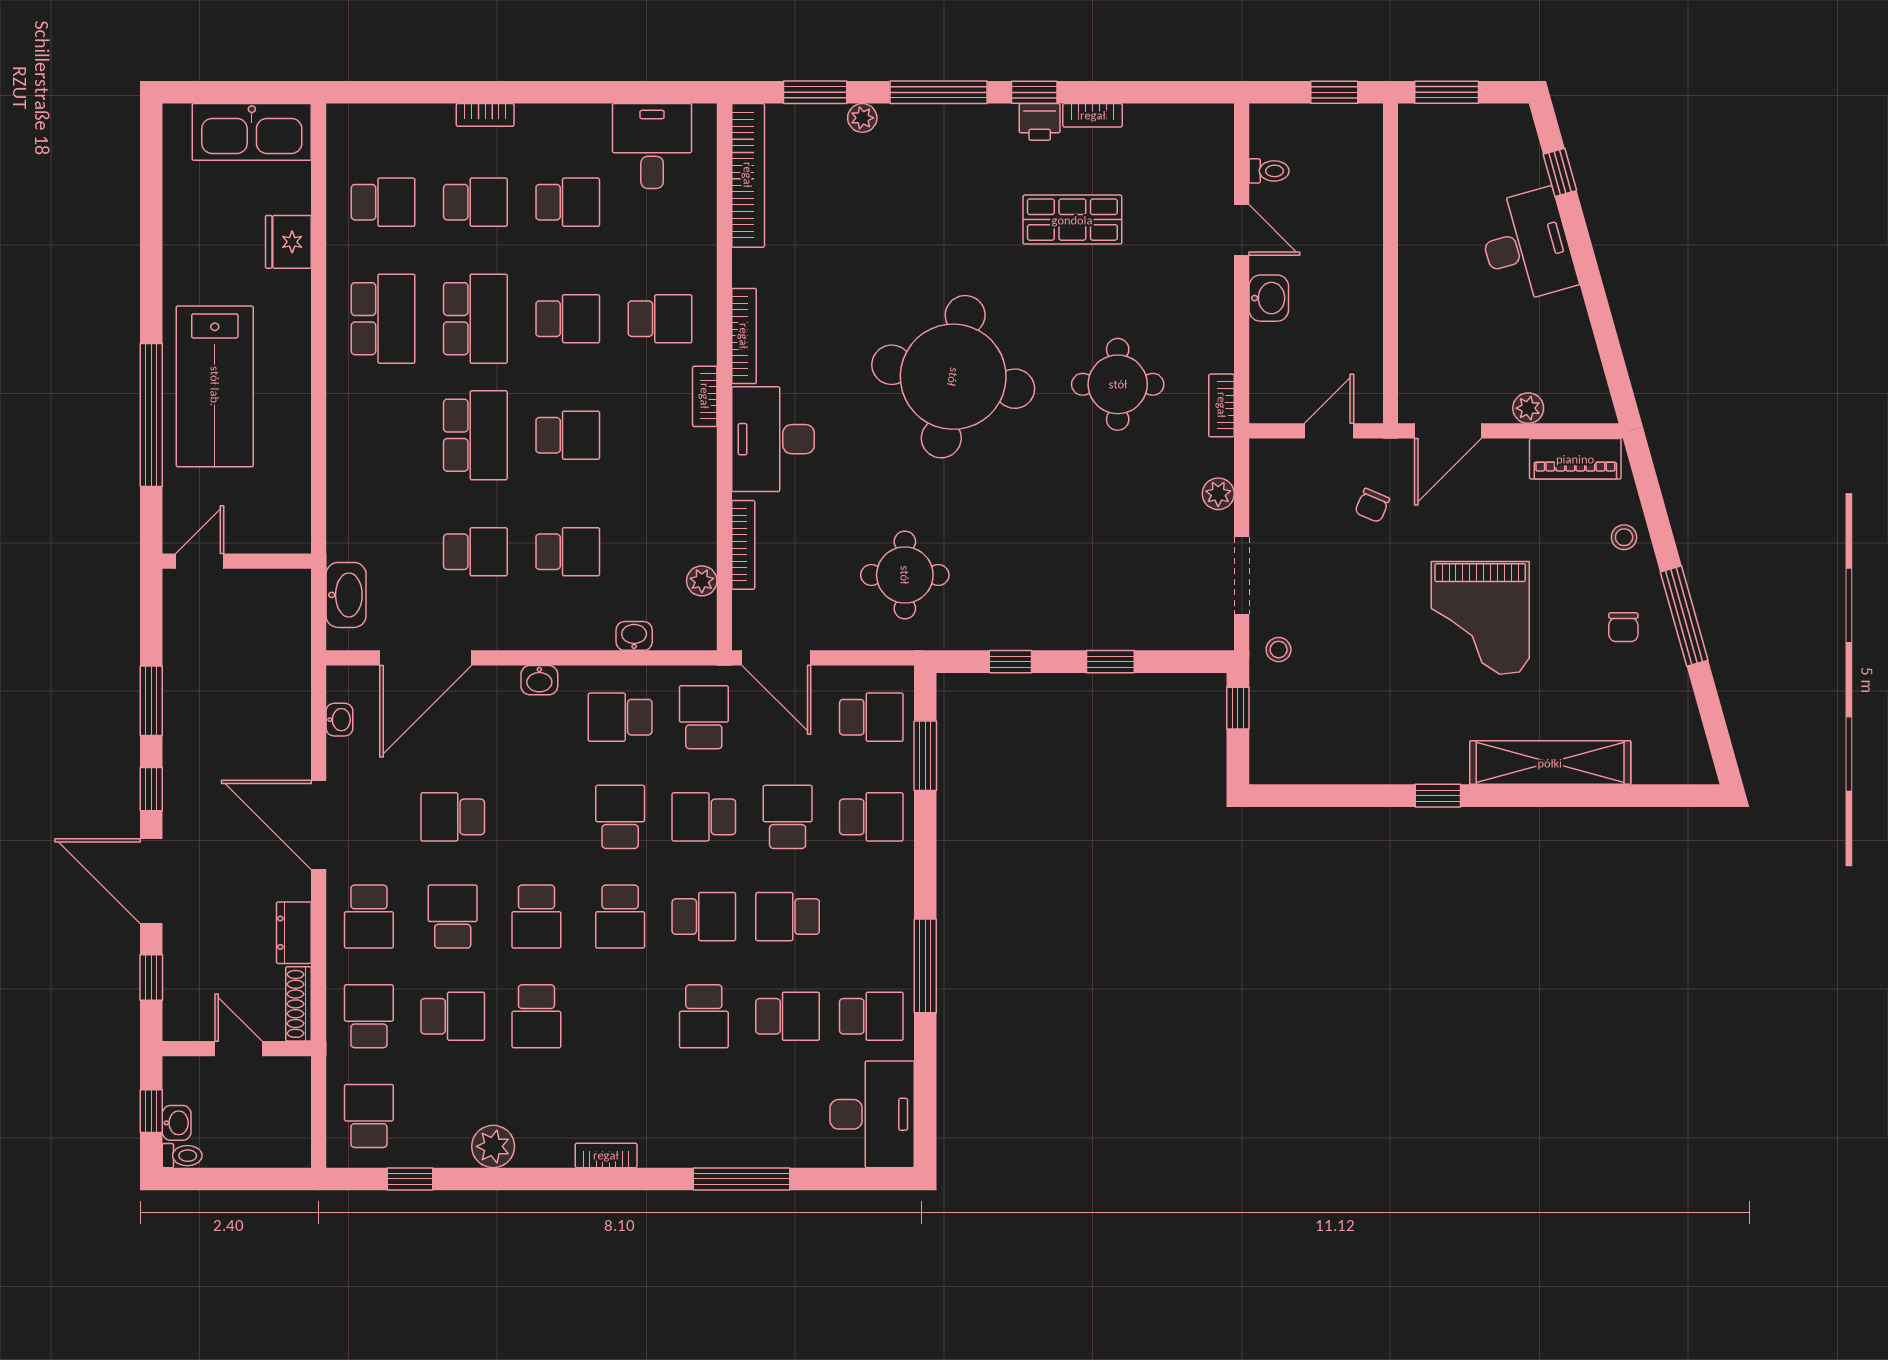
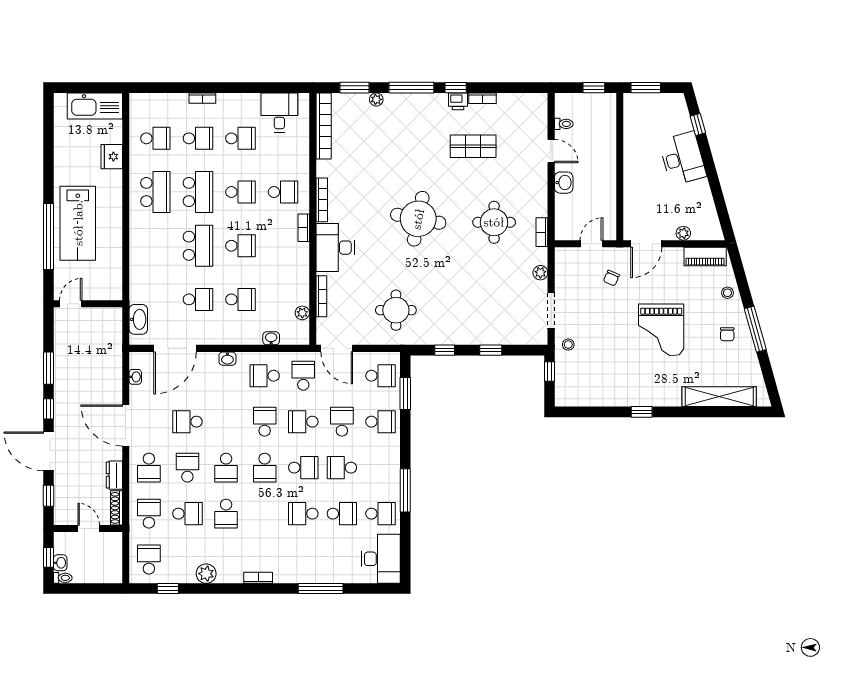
round table: (953, 377) -> (418, 219), width x0.73, depth x0.73
shelving: (1550, 763) -> (719, 397), moved
school desk: (704, 1016) -> (303, 514), turned 90

